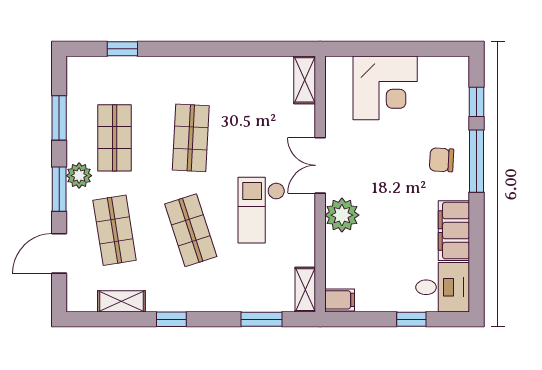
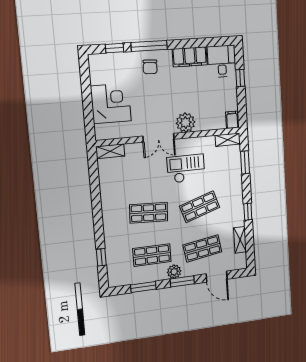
checkout: (261, 210) -> (186, 169), turned 180

